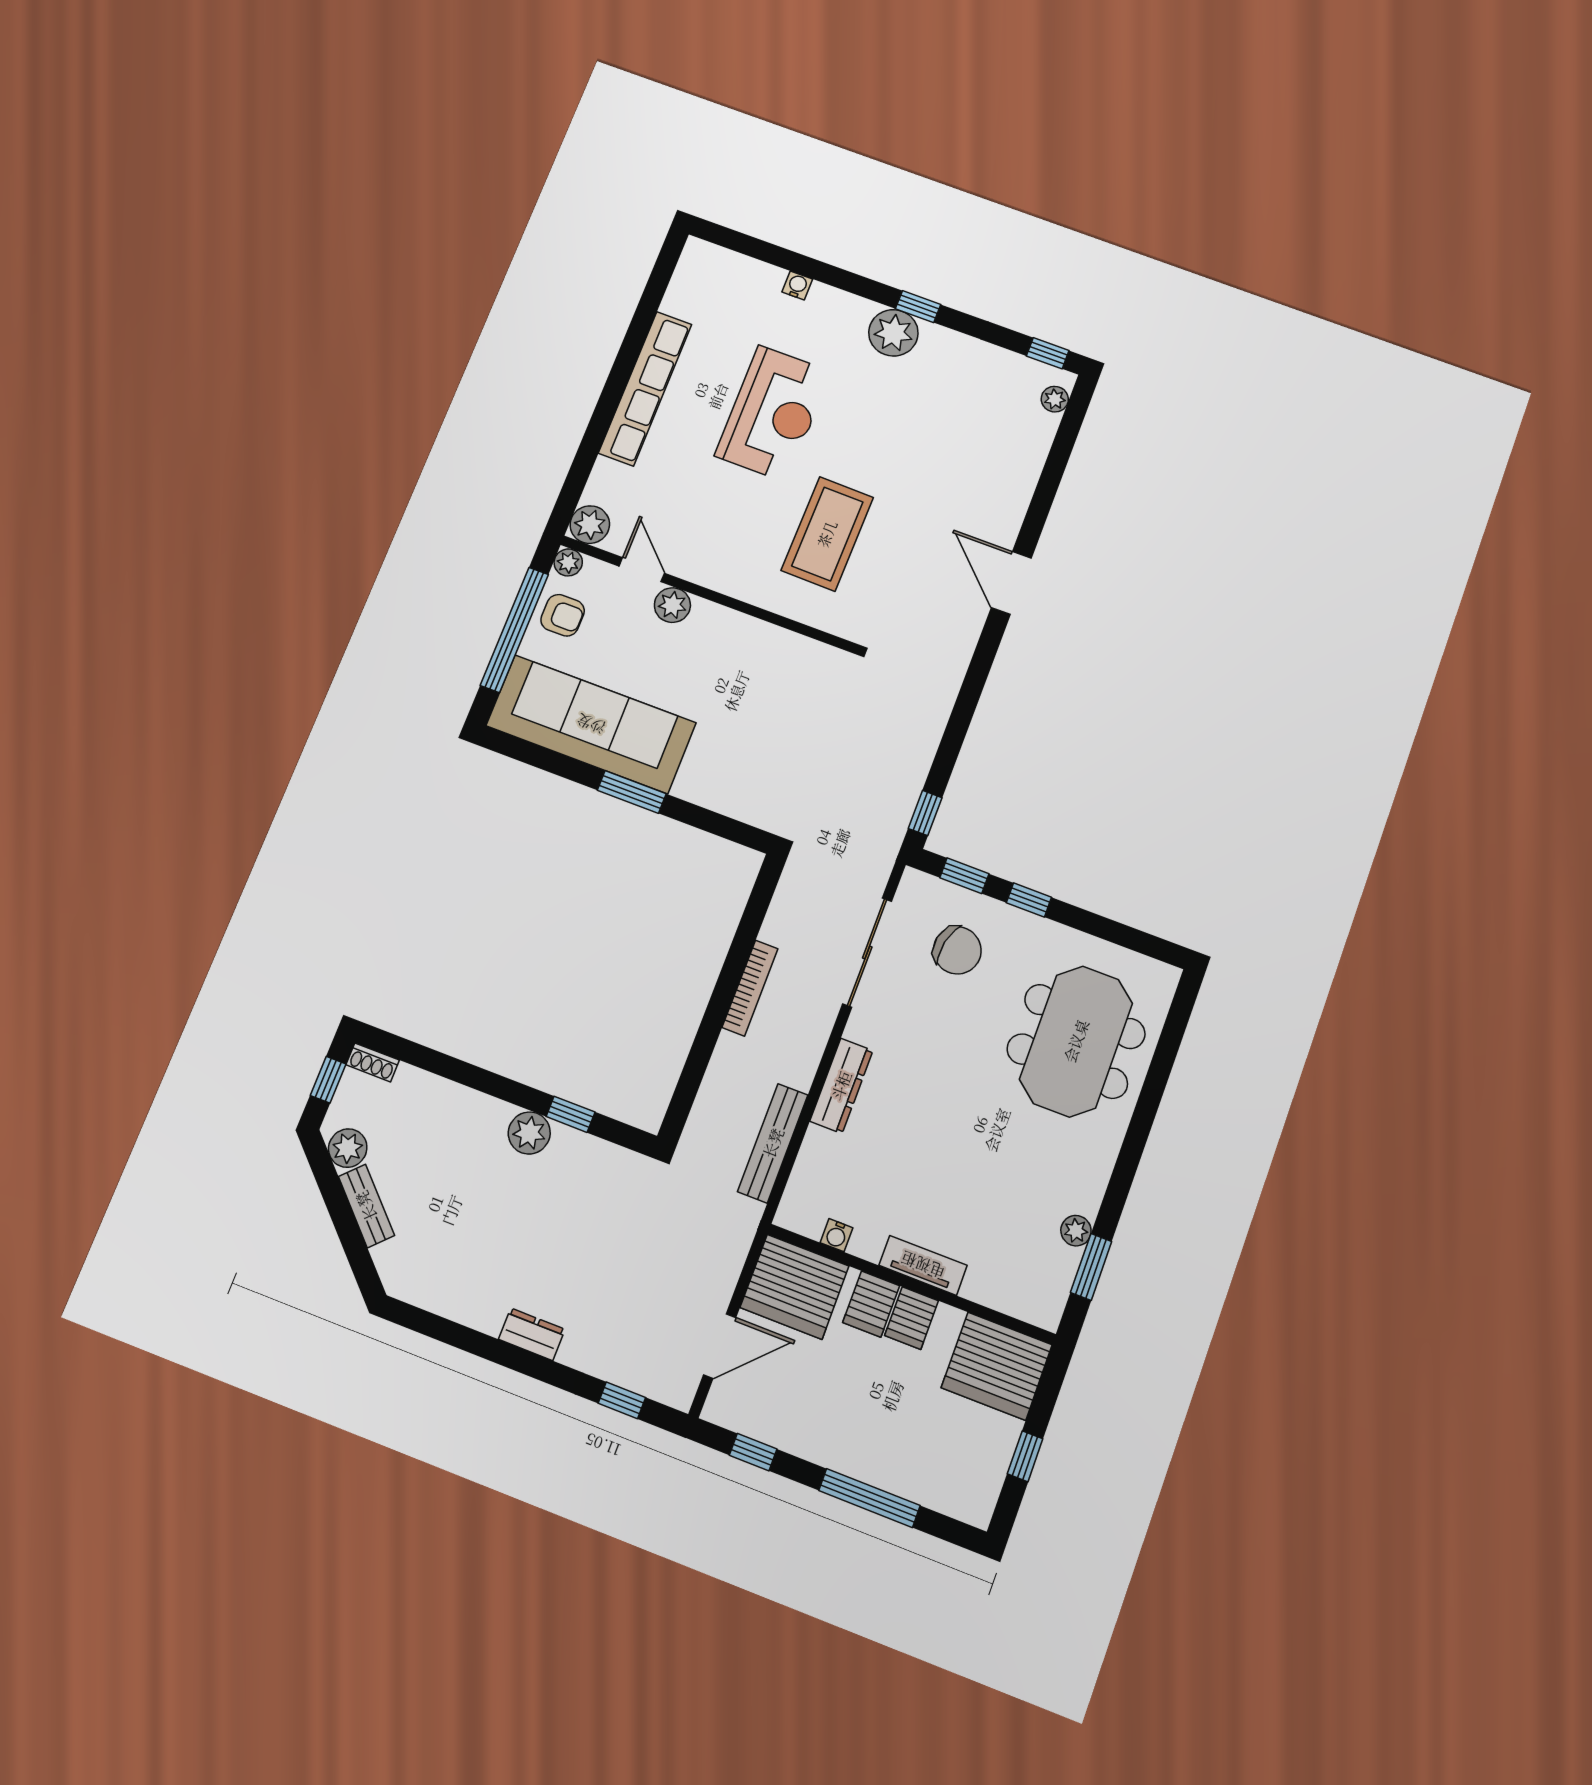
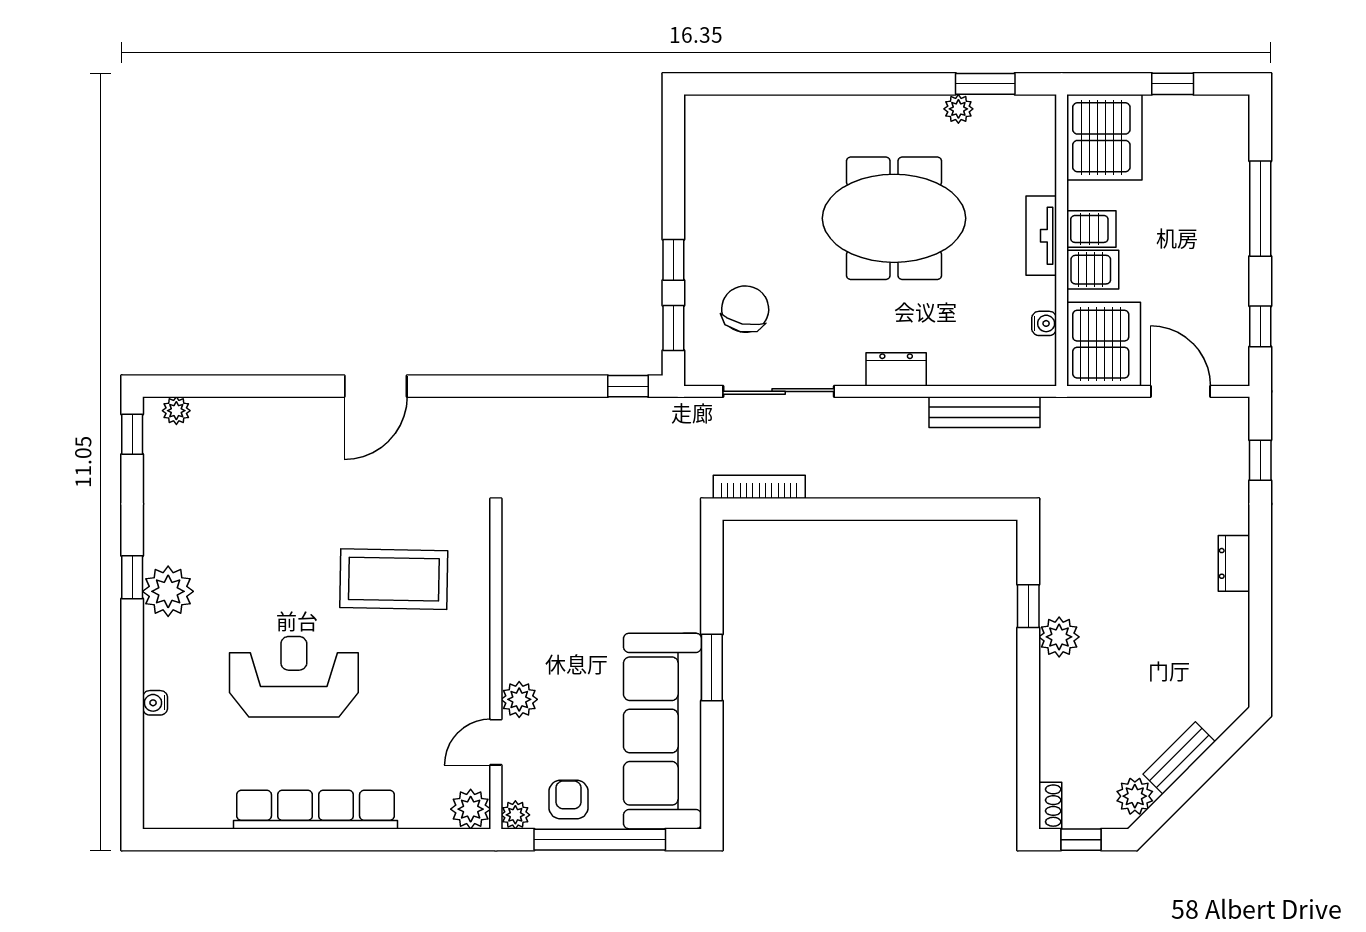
bookcase: (750, 988) -> (759, 487), moved
meeting table: (1076, 1041) -> (894, 218), moved
dresser: (841, 1086) -> (896, 369), width x0.70

